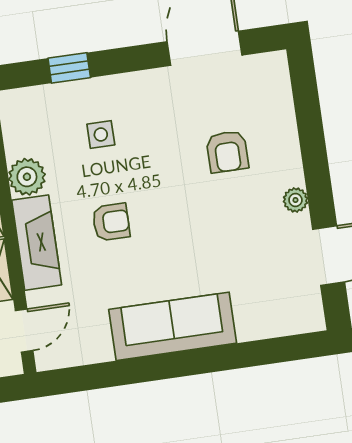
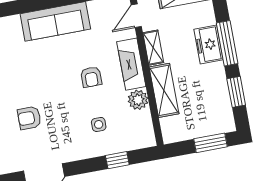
armchair: (227, 152) -> (29, 118), turned -90
armchair: (111, 222) -> (91, 77), turned -90

